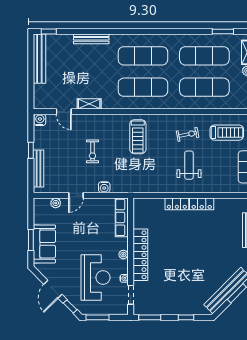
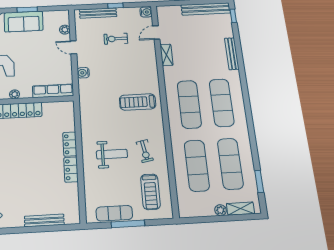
exercise bike: (92, 151) -> (116, 39), moved

